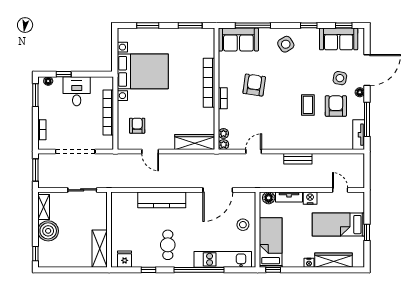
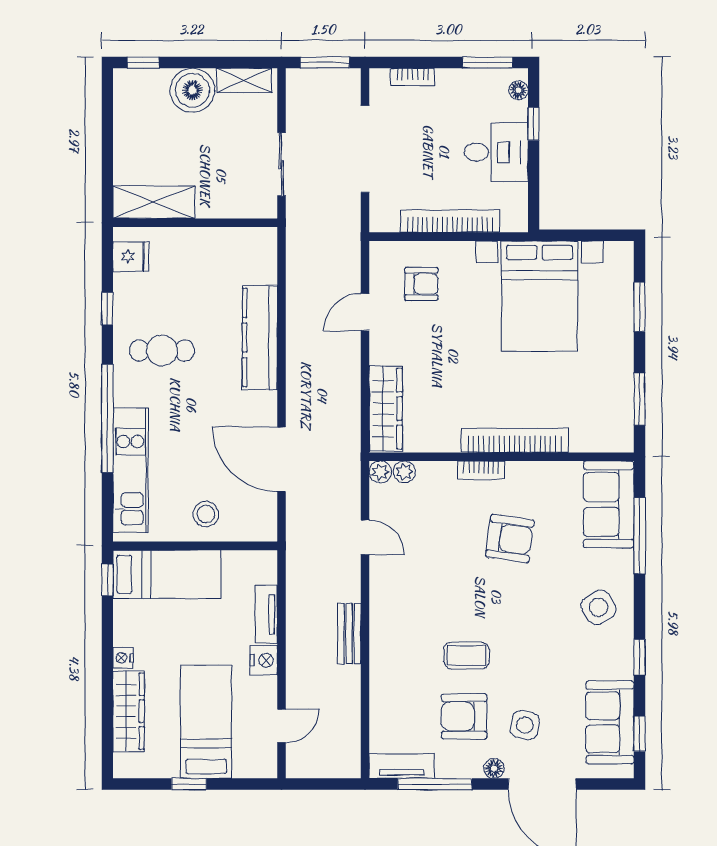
armchair: (336, 106) -> (464, 716), turned 180
floor lamp: (269, 198) -> (264, 570), removed

